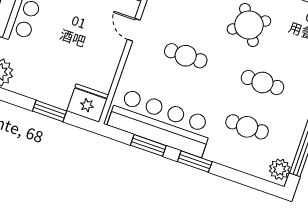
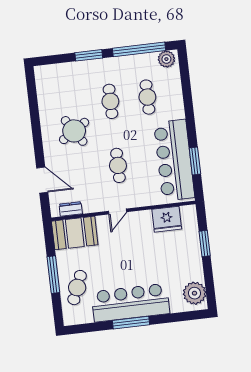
fridge: (88, 103) -> (167, 219), moved, turned -90
window: (195, 162) -> (190, 122), removed

